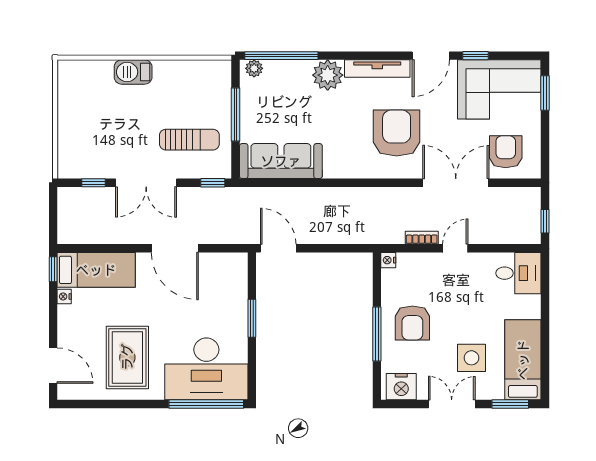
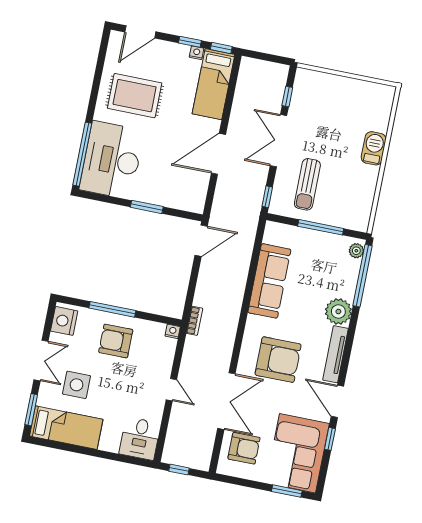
sofa: (281, 161) -> (269, 281), moved
bookcase: (422, 238) -> (194, 321), moved
window: (53, 307) -> (190, 42), added

